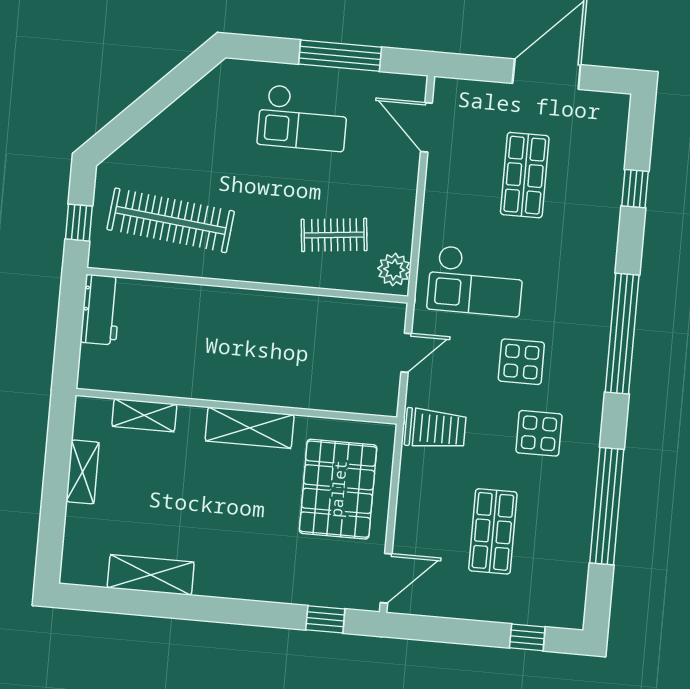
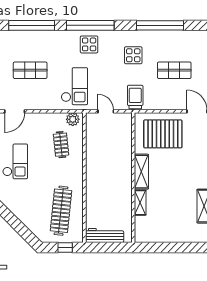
window: (635, 189) -> (32, 25), width x3.17
workbench: (101, 310) -> (105, 236), width x1.38
display table: (521, 362) -> (89, 44), moved
shelving: (144, 415) -> (140, 203), moved
shelving: (83, 472) -> (165, 237), removed

